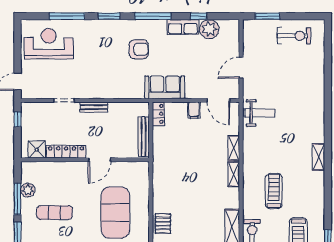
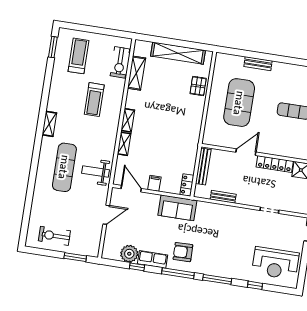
window: (67, 16) -> (255, 285), width x0.46
window: (109, 16) -> (217, 279), width x1.44
armchair: (139, 49) -> (183, 252), moved
bench: (94, 107) -> (223, 197), moved
exercise mat: (295, 112) -> (64, 167), added

